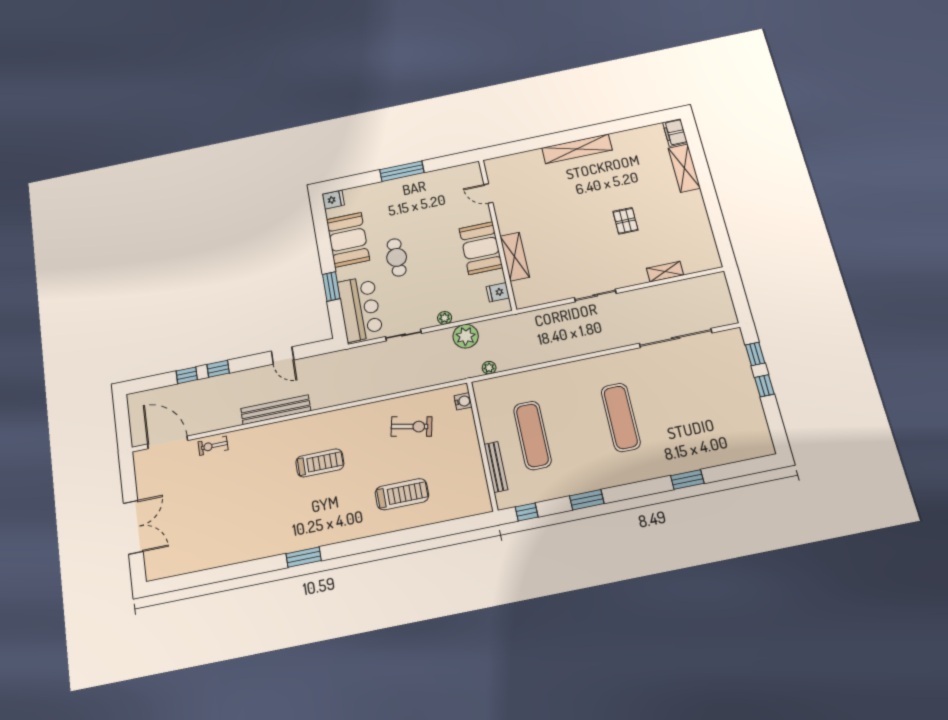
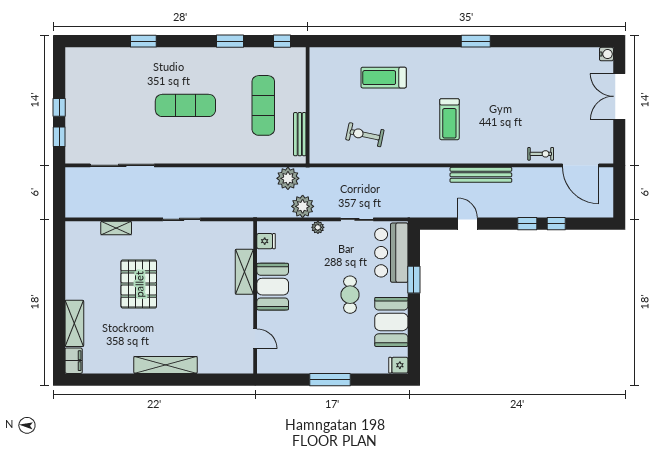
pallet: (625, 221) -> (139, 284), width x2.05, depth x2.00
plant: (489, 368) -> (288, 178), width x1.88, depth x1.88
water cooler: (463, 401) -> (606, 54), moved, turned 180
exercise mat: (621, 417) -> (185, 105), turned 90
treadmill: (320, 463) -> (449, 119), turned -90
bench: (496, 467) -> (300, 134), moved

